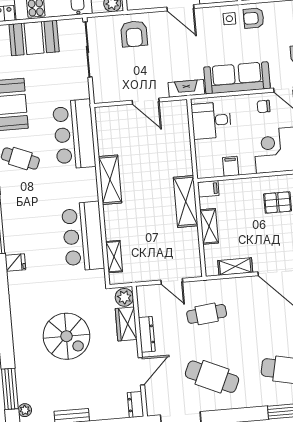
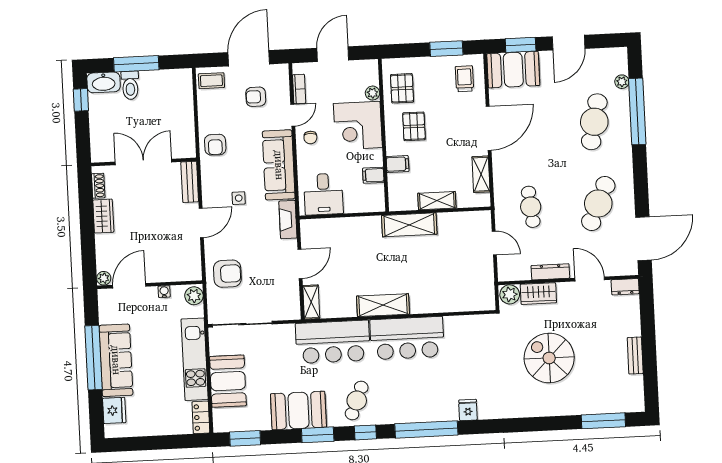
side table: (229, 19) -> (239, 198), moved
filing cabinet: (208, 189) -> (398, 164), moved, turned 90
bar counter: (83, 236) -> (407, 338), moved
shelving: (114, 257) -> (311, 302), moved, turned 90
door: (172, 281) -> (494, 243), hinge flipped
spiral stairs: (66, 336) -> (549, 358), turned -90
plant: (25, 410) -> (627, 406), removed

